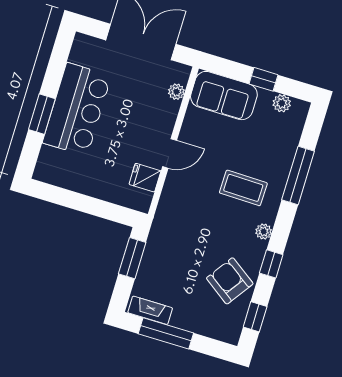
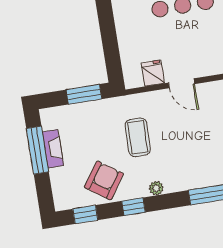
coffee table: (243, 188) -> (138, 137), moved
fireplace: (150, 310) -> (53, 149), moved

